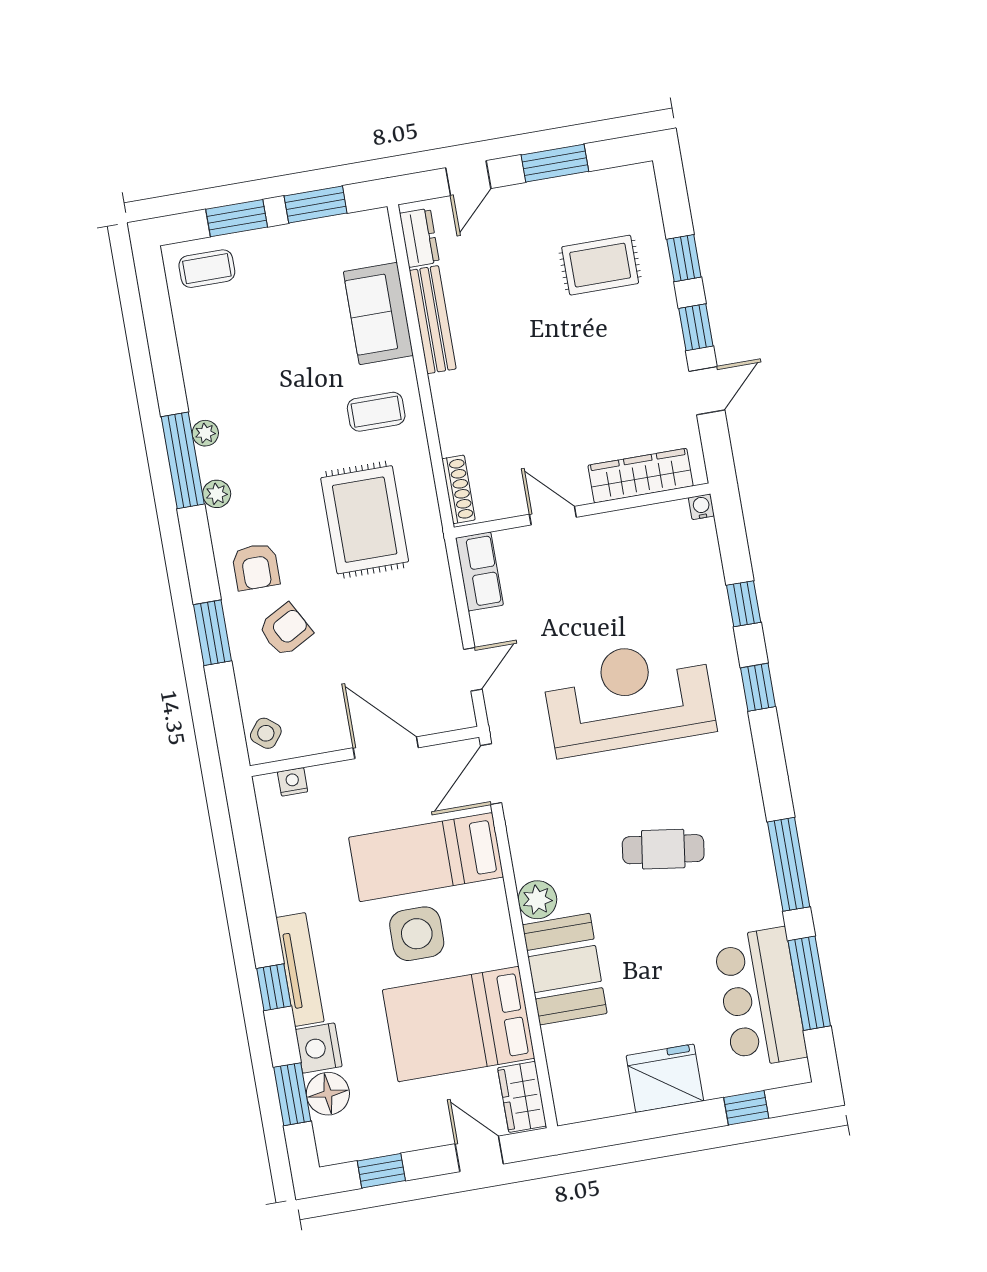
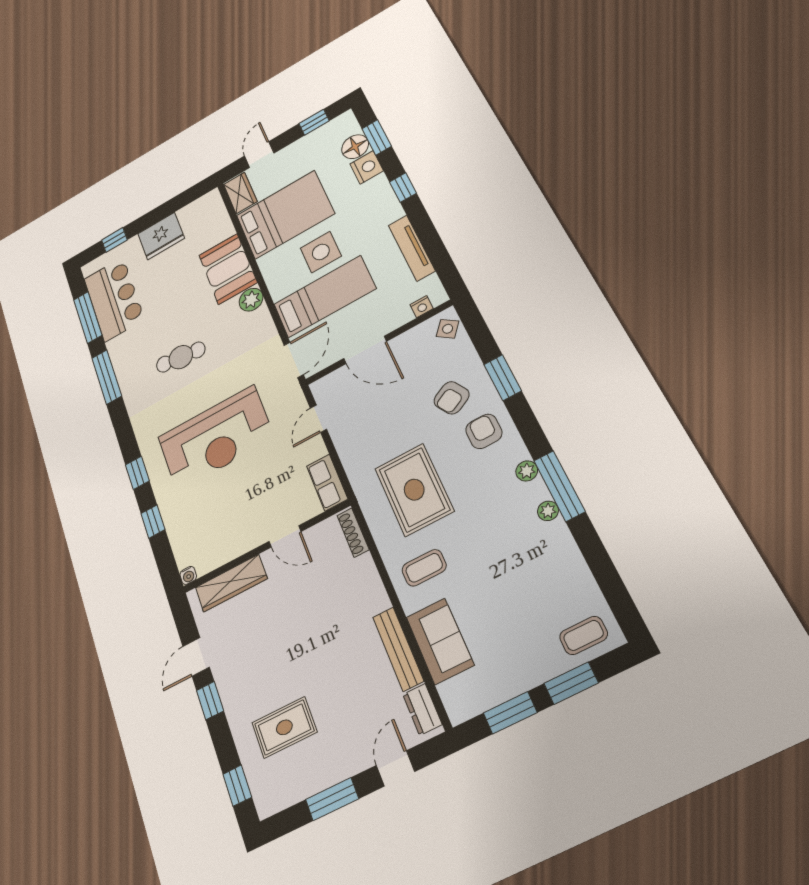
window: (684, 258) -> (237, 786), moved
tv unit: (300, 970) -> (412, 248), moved
door: (479, 1154) -> (259, 155), swing flipped

